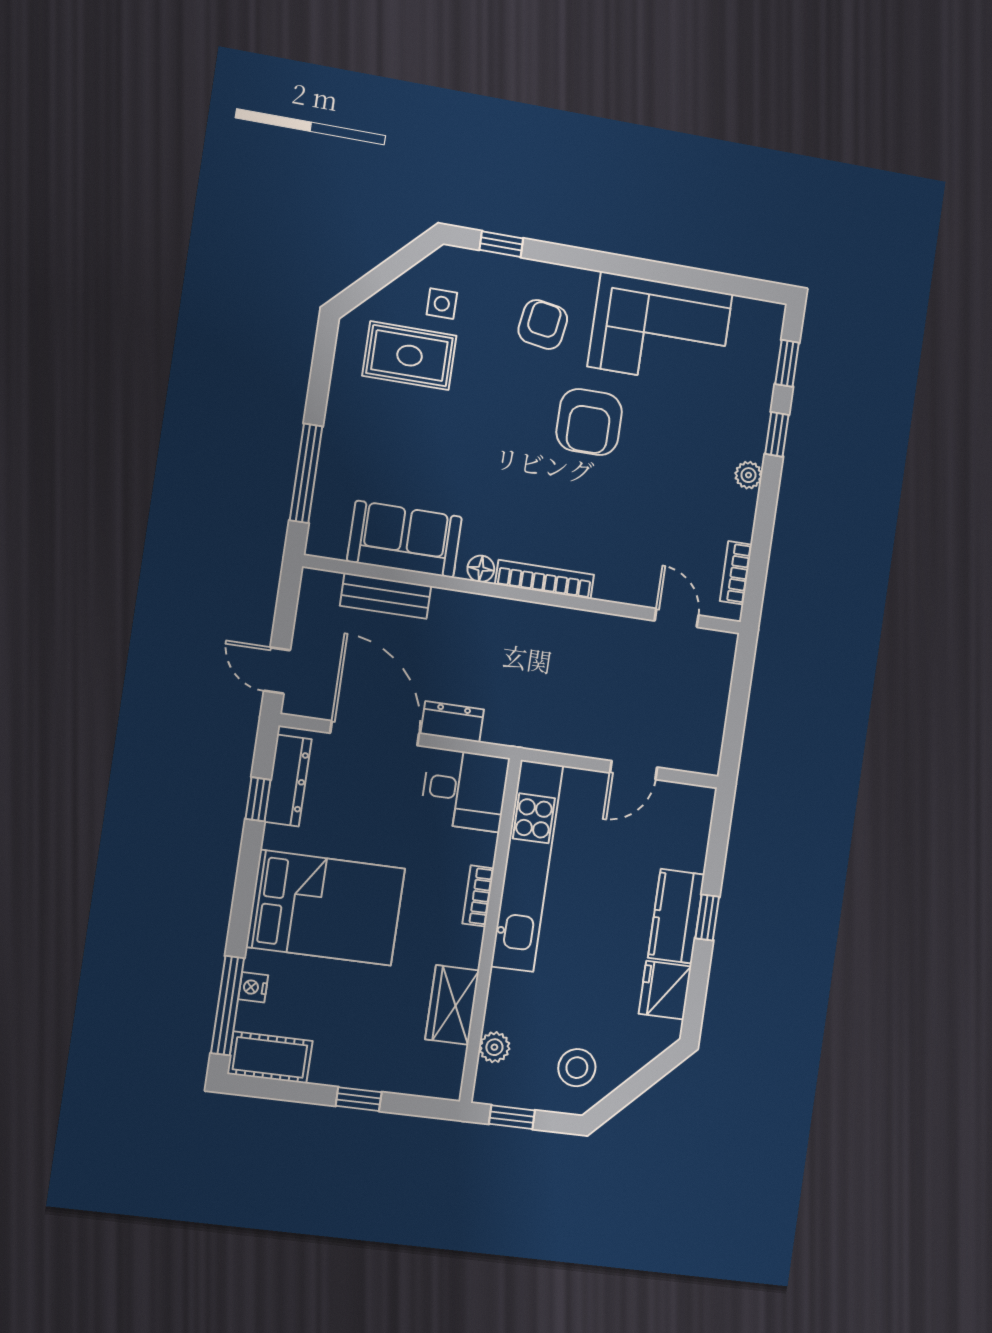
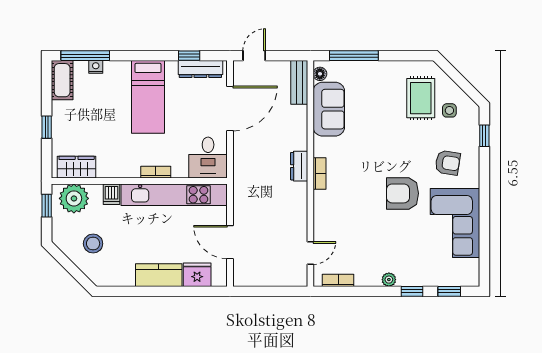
floor lamp: (481, 569) -> (320, 74), moved
bookcase: (545, 579) -> (320, 174), width x0.64
bench: (386, 596) -> (299, 82), moved
dresser: (452, 722) -> (299, 166), moved, turned 180
door: (634, 770) -> (230, 242), width x1.38
bed: (326, 908) -> (148, 97), width x0.67
window: (707, 917) -> (160, 291), removed
dishwasher: (508, 988) -> (111, 194), added
fridge: (665, 990) -> (197, 275), moved
wardrobe: (452, 1005) -> (77, 167), moved
plant: (494, 1047) -> (74, 198), width x1.87, depth x1.87
stool: (577, 1068) -> (93, 244), moved

